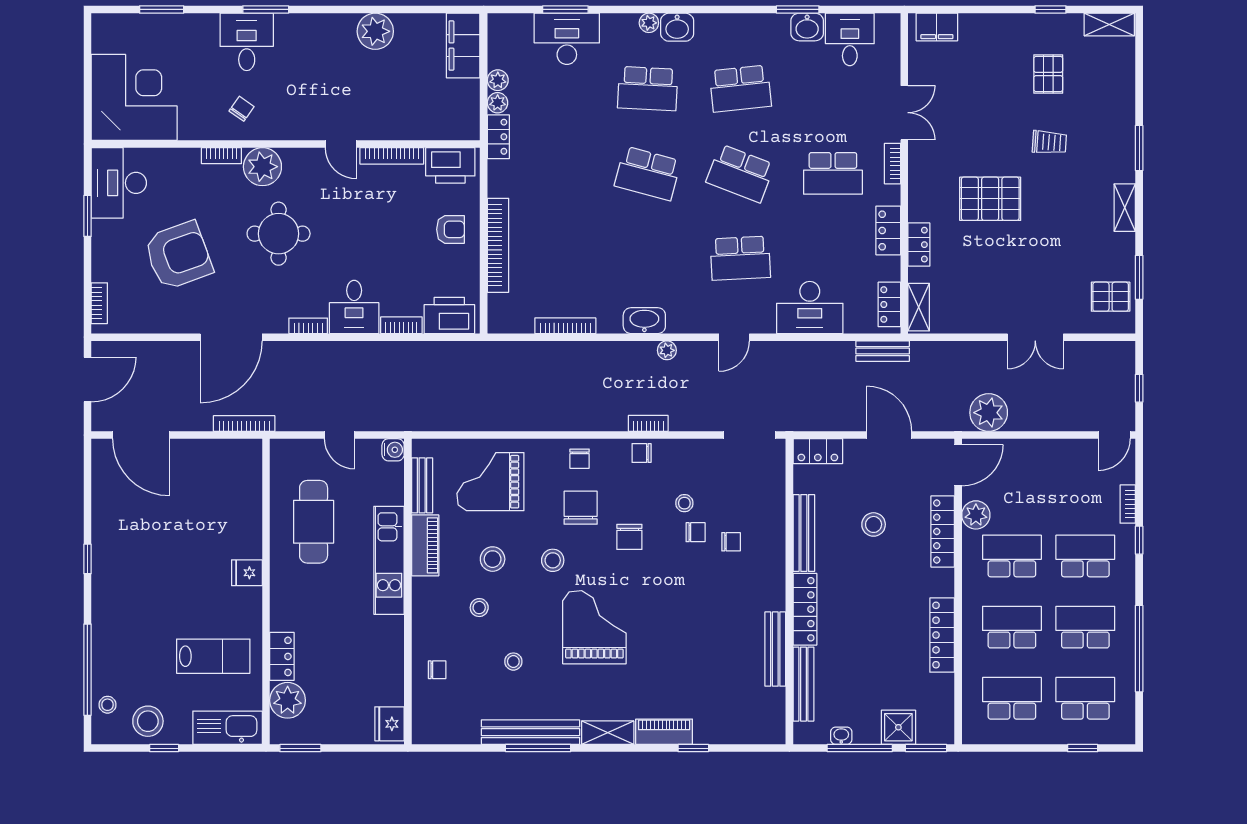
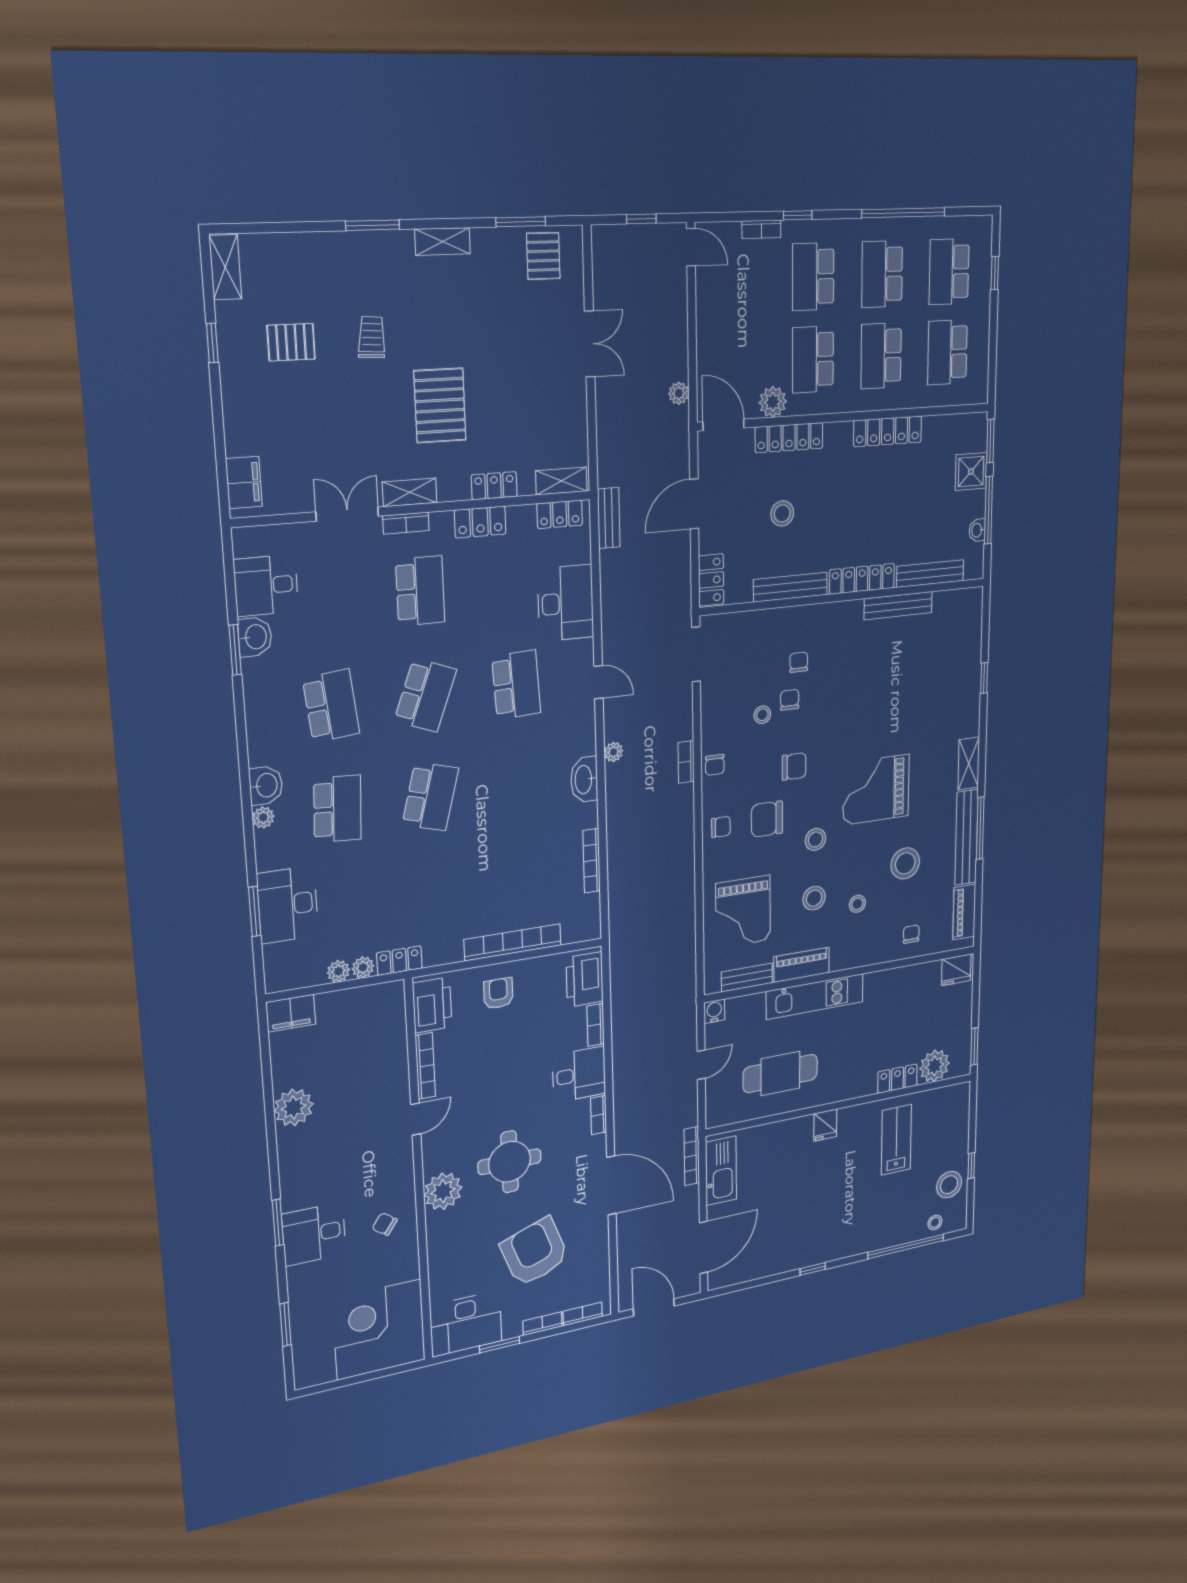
filing cabinet: (463, 46) -> (291, 1013), width x0.67, depth x0.86
bookcase: (221, 156) -> (542, 1324), moved, turned -90
shelving: (919, 168) -> (410, 492), added
plant: (989, 413) -> (679, 393), width x0.53, depth x0.53
stool: (513, 662) -> (905, 863), width x1.89, depth x1.89
kitchen sink: (228, 728) -> (721, 1171), moved, turned 180
piano: (664, 732) -> (964, 912), moved

